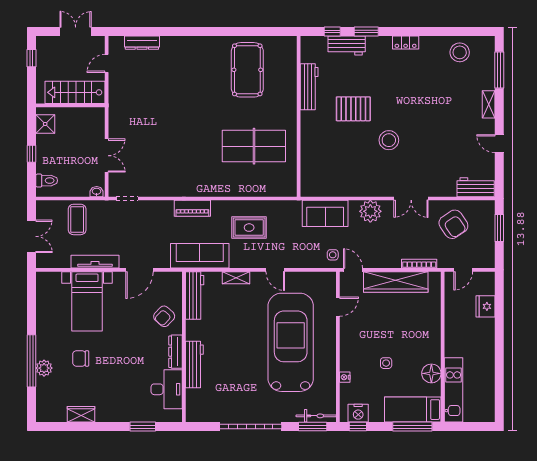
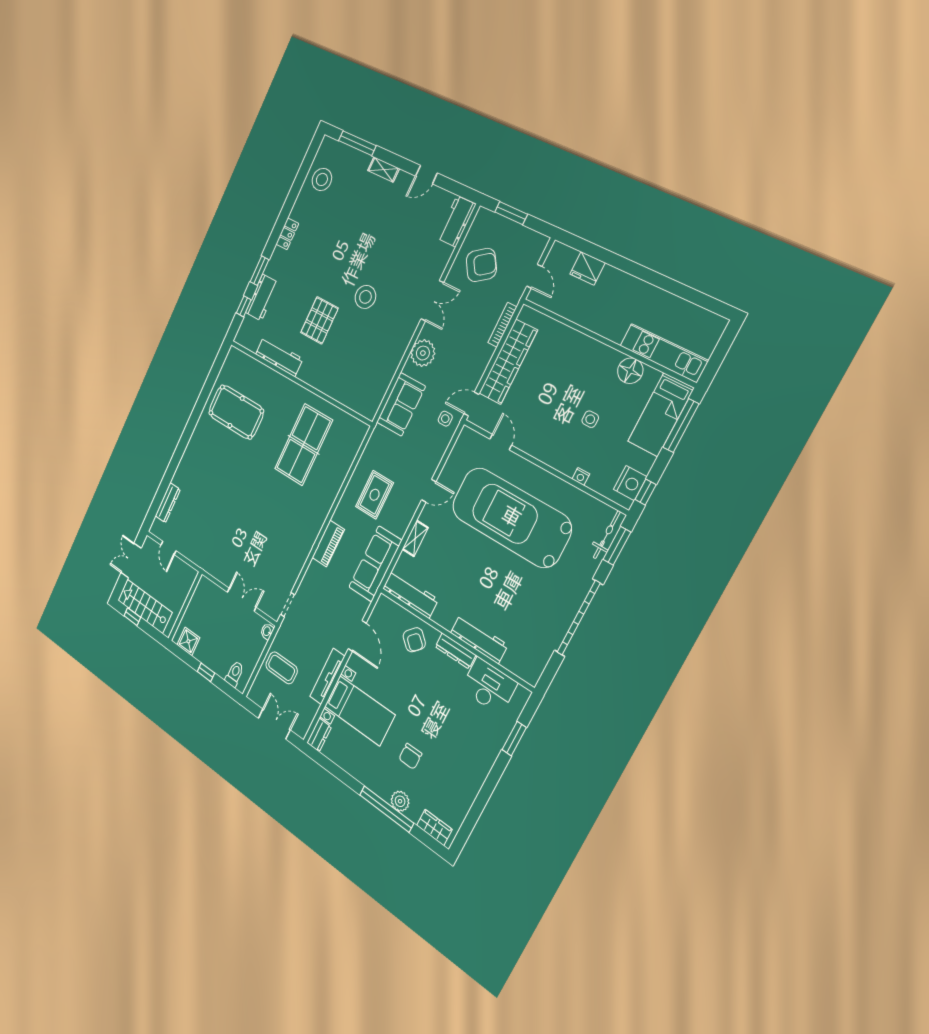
stairs: (75, 92) -> (145, 606), moved, turned 90
dresser: (48, 279) -> (319, 735), added
wardrobe: (81, 414) -> (434, 827), moved, turned 90

